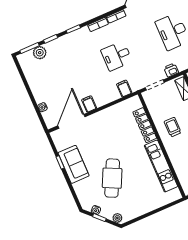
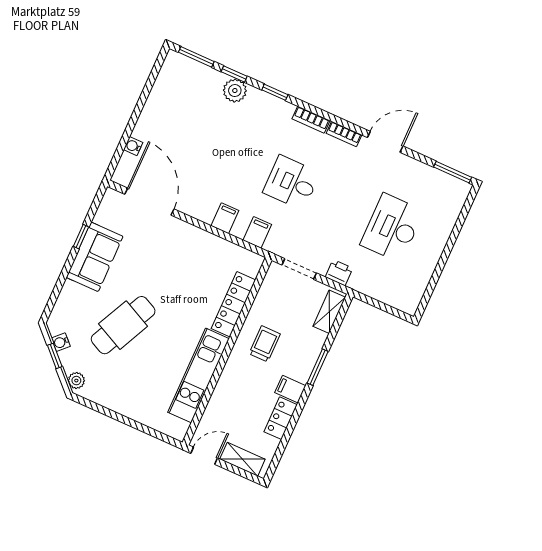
plant: (40, 53) -> (235, 91), moved
filing cabinet: (89, 104) -> (225, 218), moved
door: (71, 121) -> (149, 202), hinge flipped

